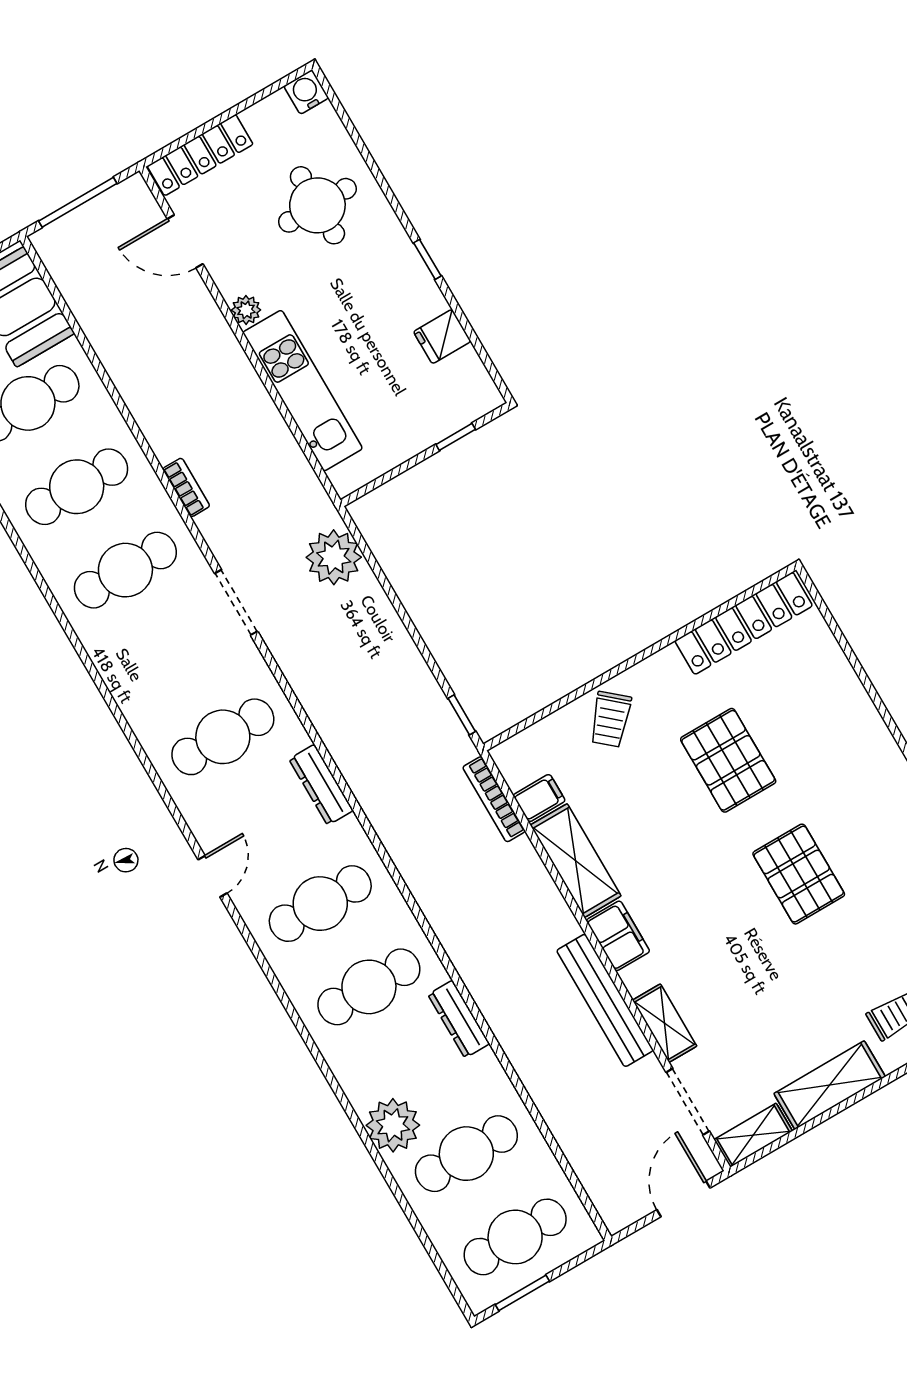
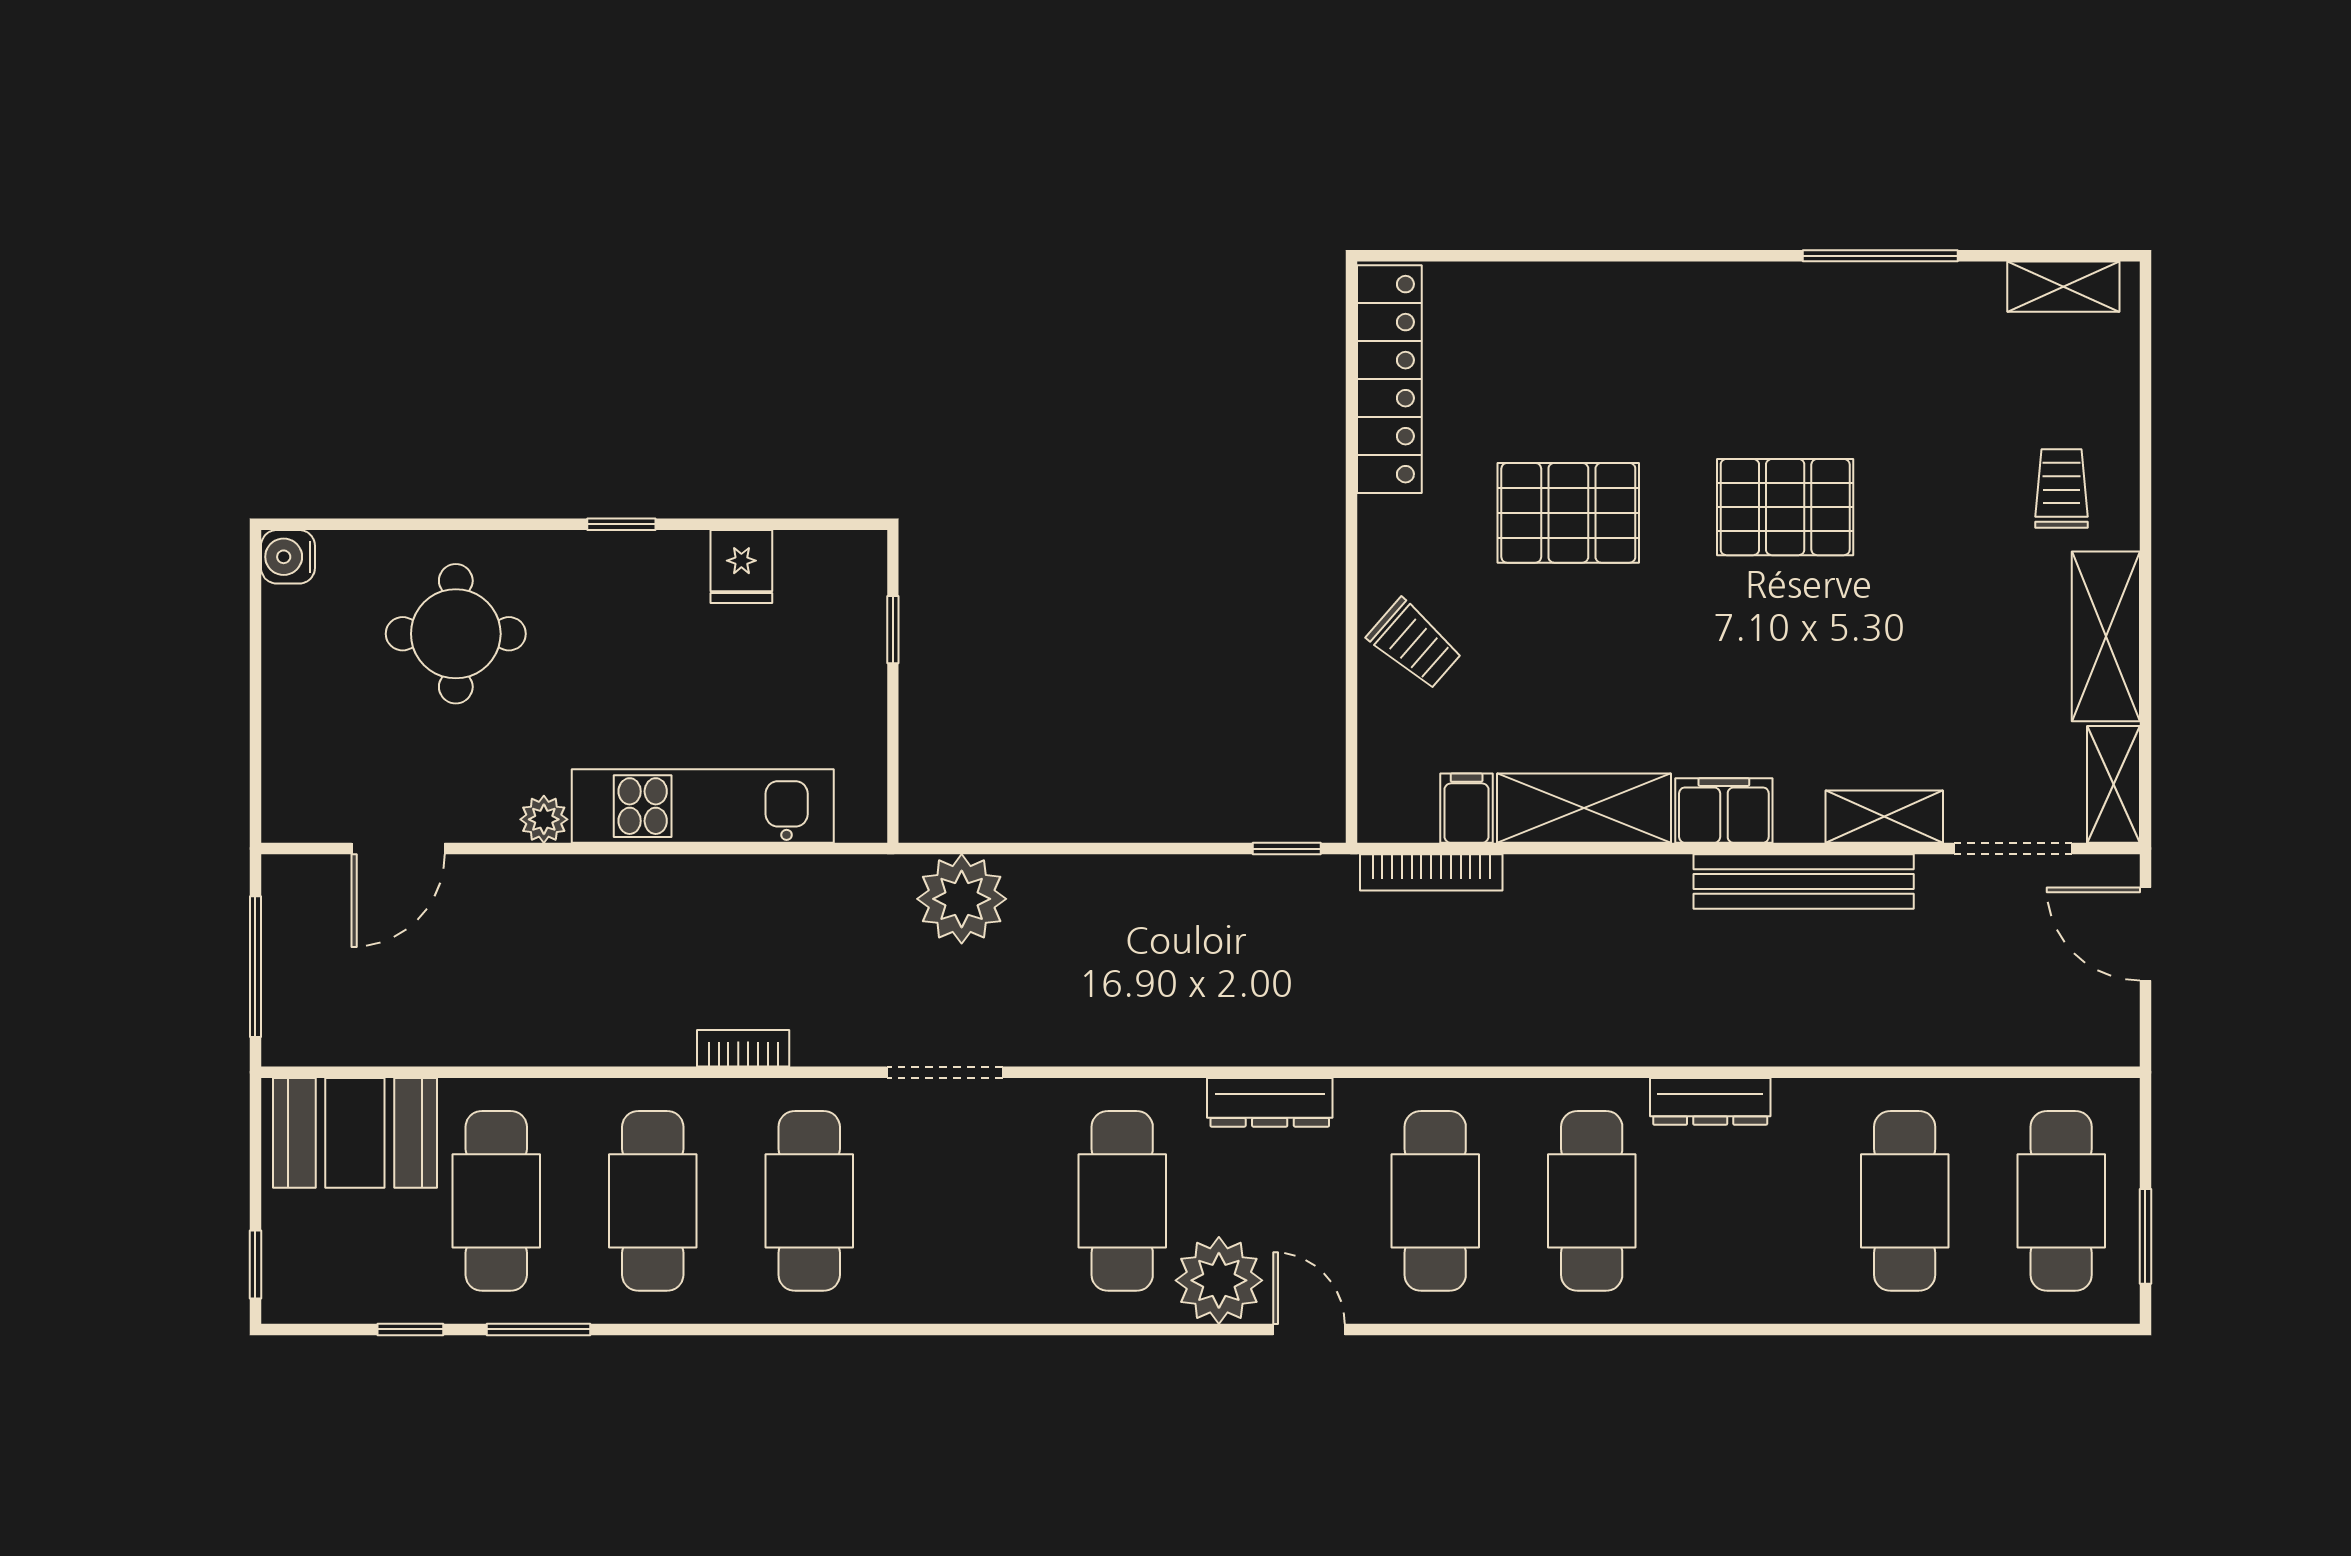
locker: (200, 155) -> (290, 757), removed
plant: (393, 1125) -> (1219, 1280), moved

